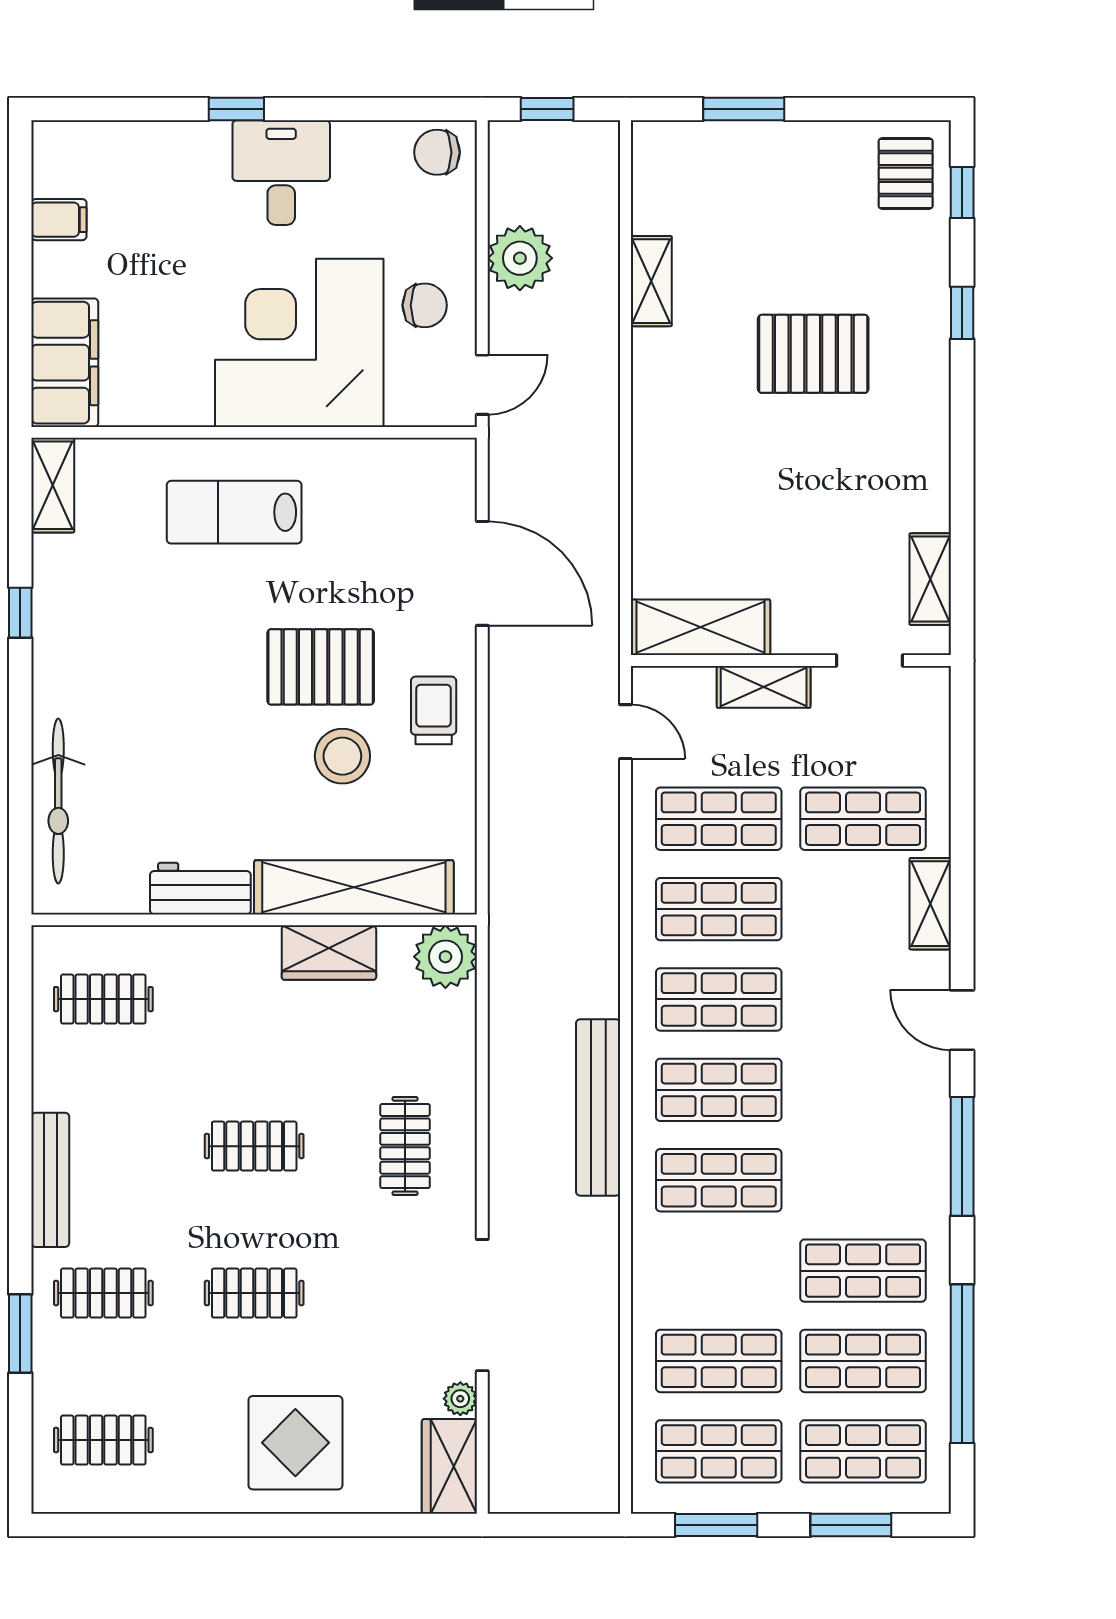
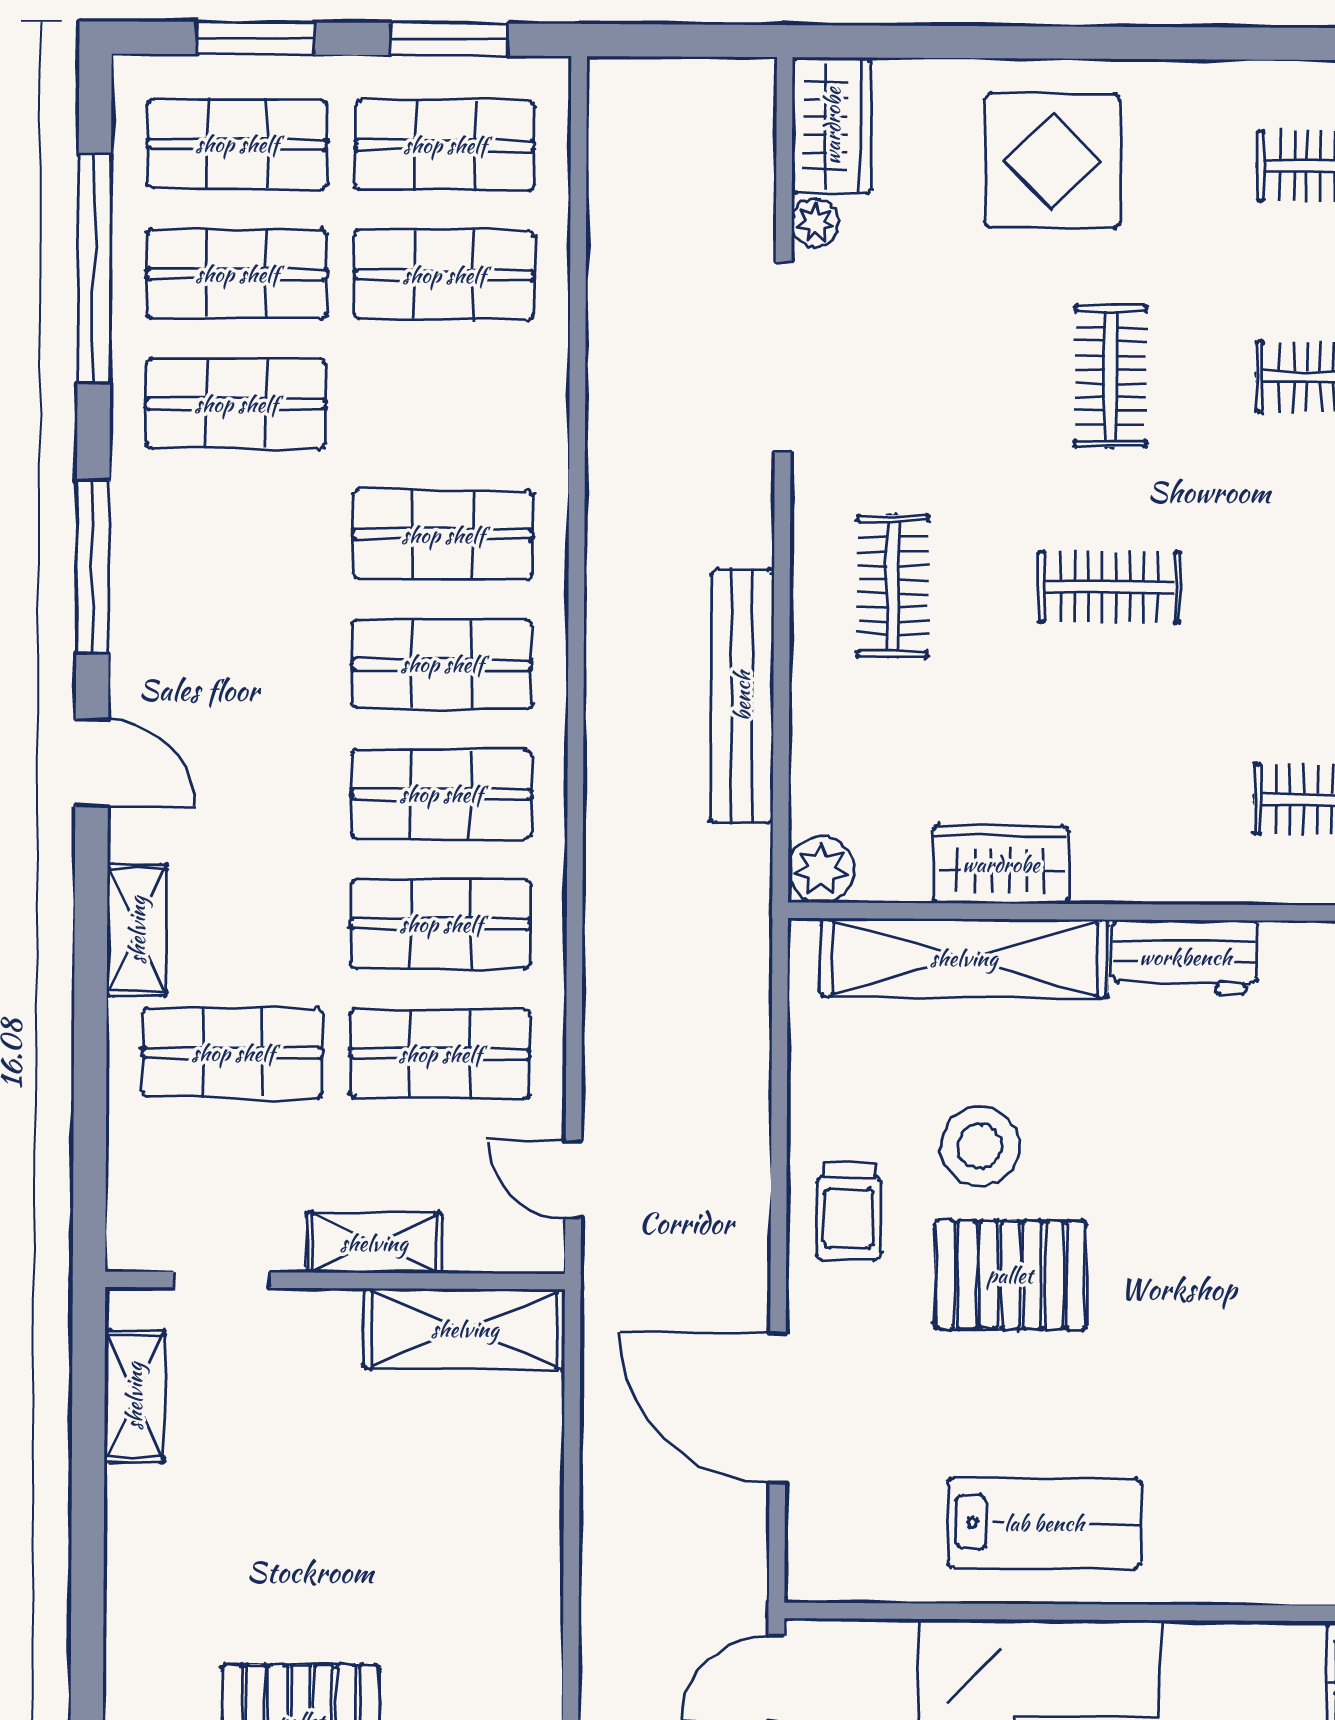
lab bench: (234, 512) -> (1044, 1523), moved
plant: (445, 957) -> (821, 870), width x0.73, depth x0.73
bench: (598, 1107) -> (742, 696), moved
clothes rail: (254, 1293) -> (1111, 376), turned 90

